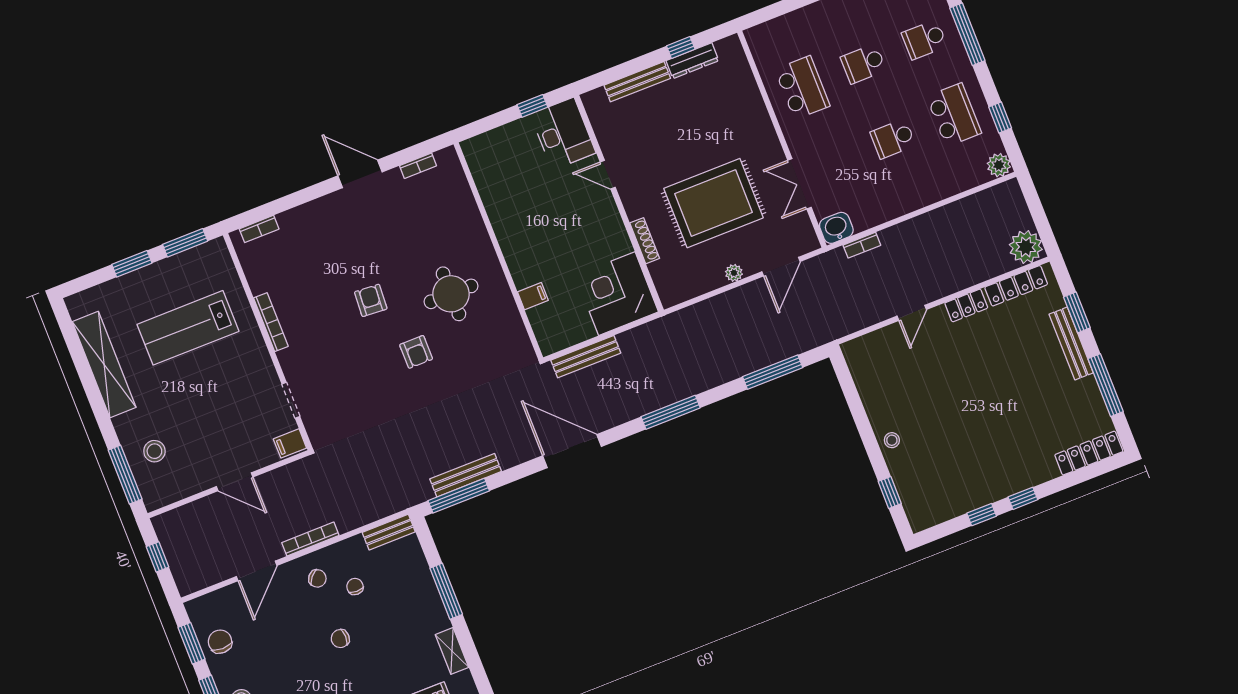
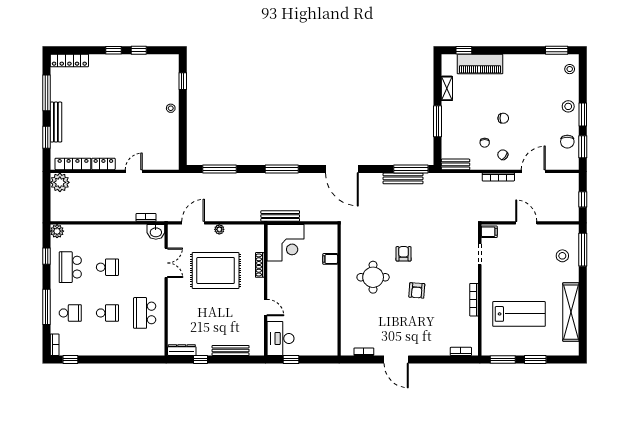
dresser: (692, 61) -> (182, 350), moved
bench: (586, 357) -> (280, 216), moved

